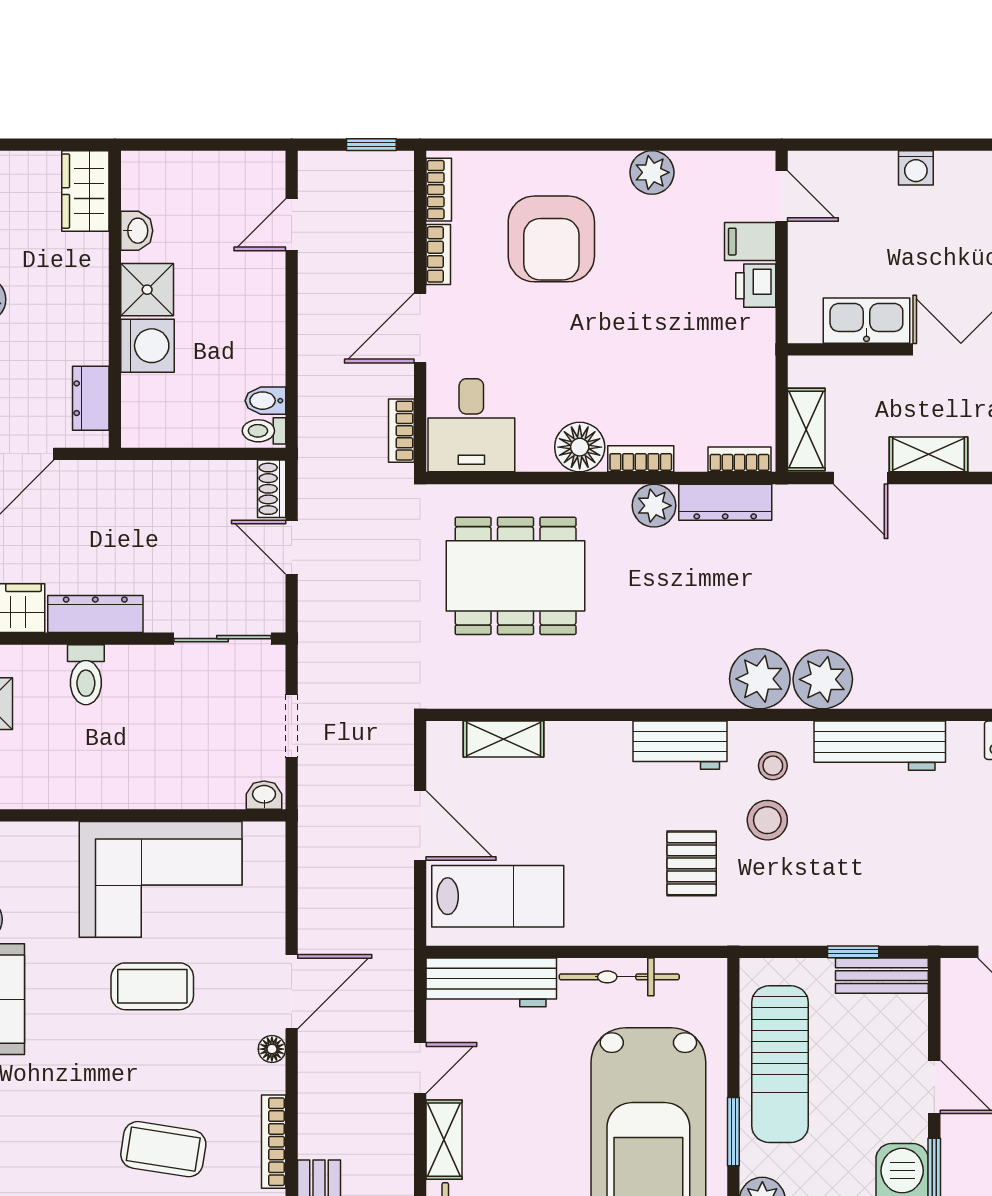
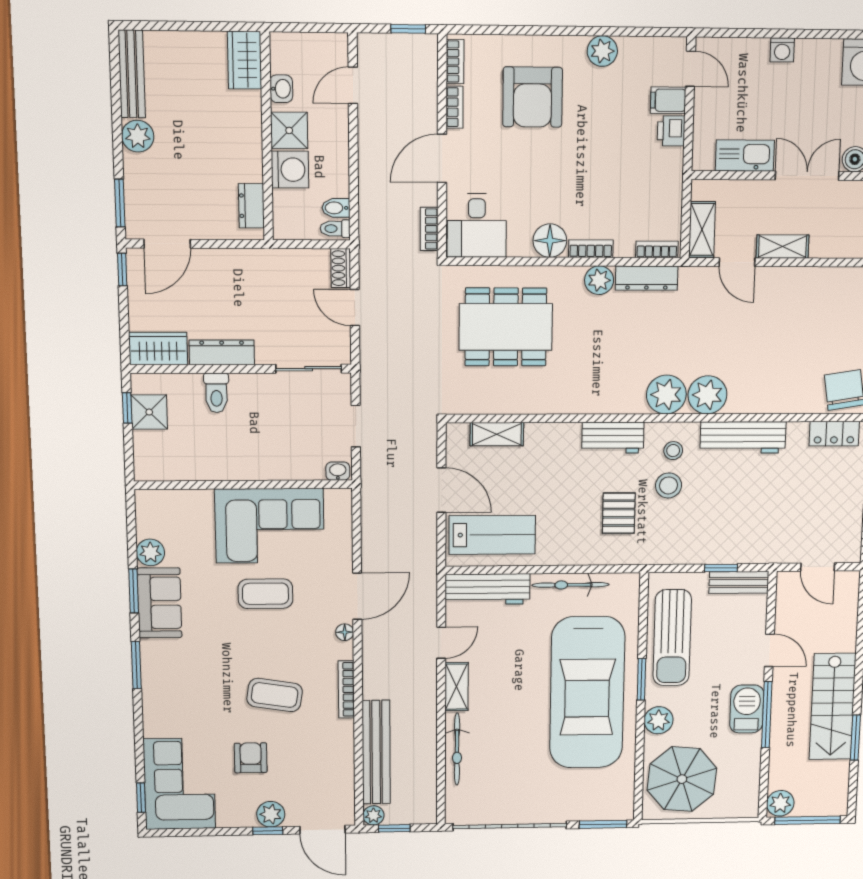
wardrobe: (85, 191) -> (245, 60), moved
washbasin: (137, 231) -> (281, 89), moved
shower: (147, 290) -> (289, 130), moved
wall: (115, 299) -> (267, 137), moved
washing machine: (147, 346) -> (290, 170), moved
dresser: (91, 398) -> (251, 206), moved

